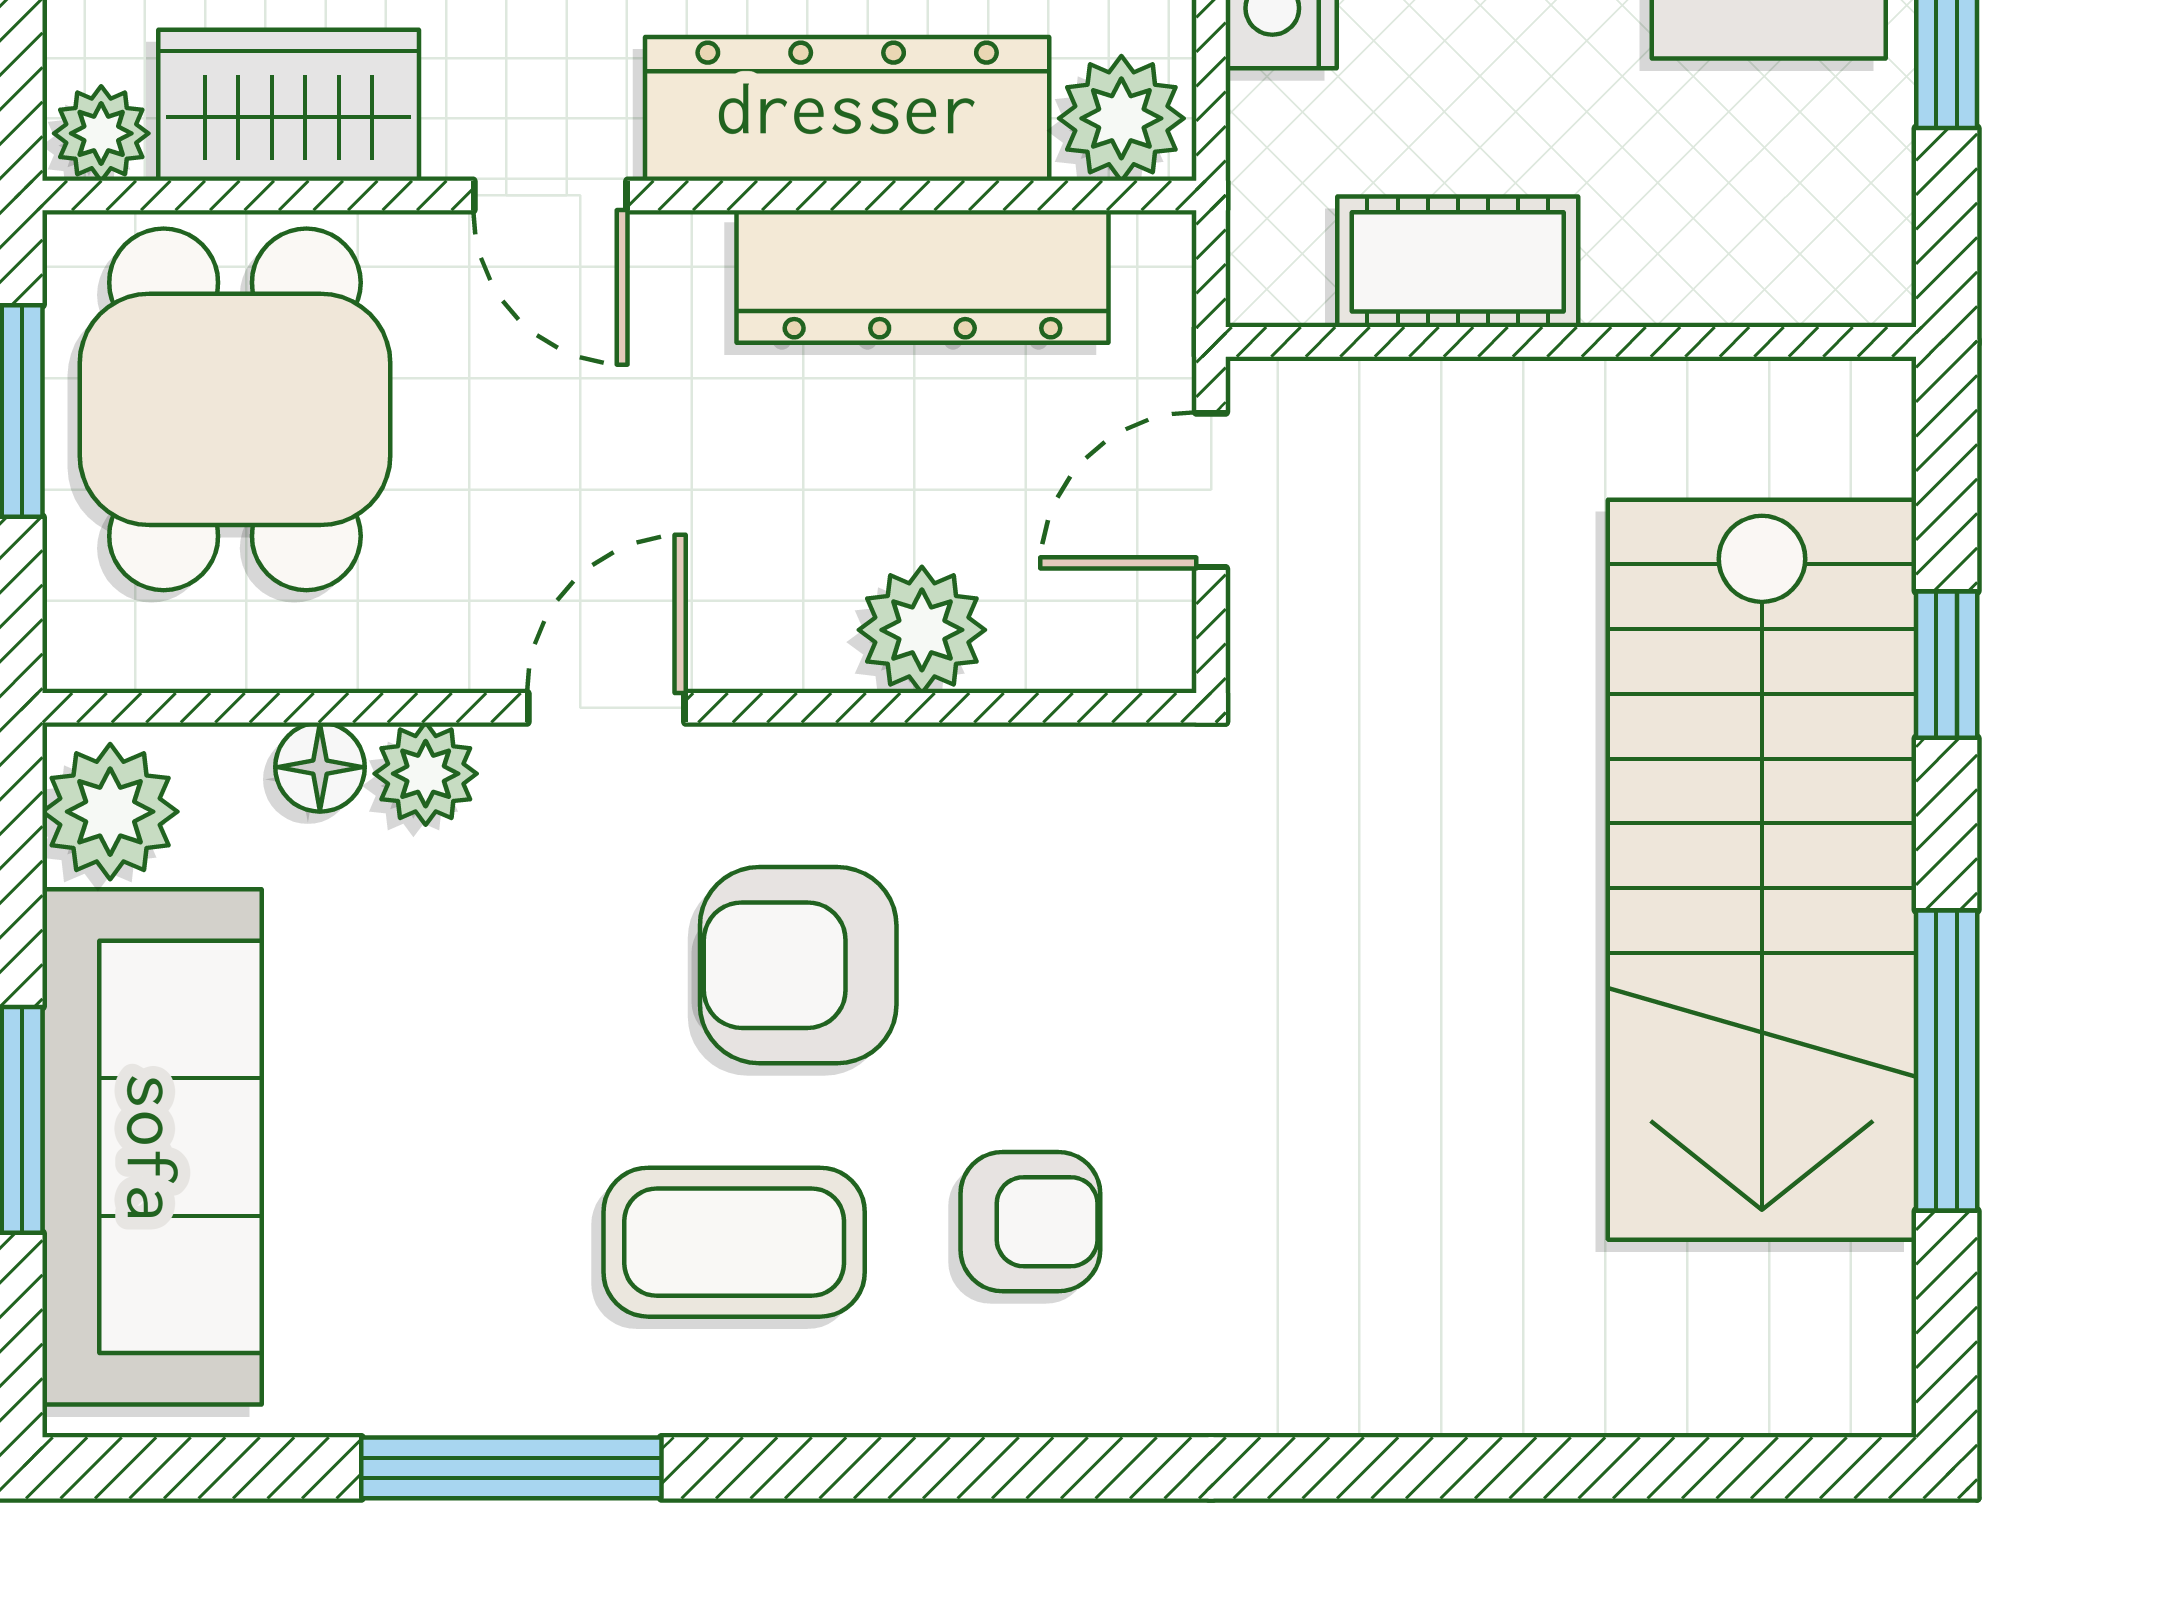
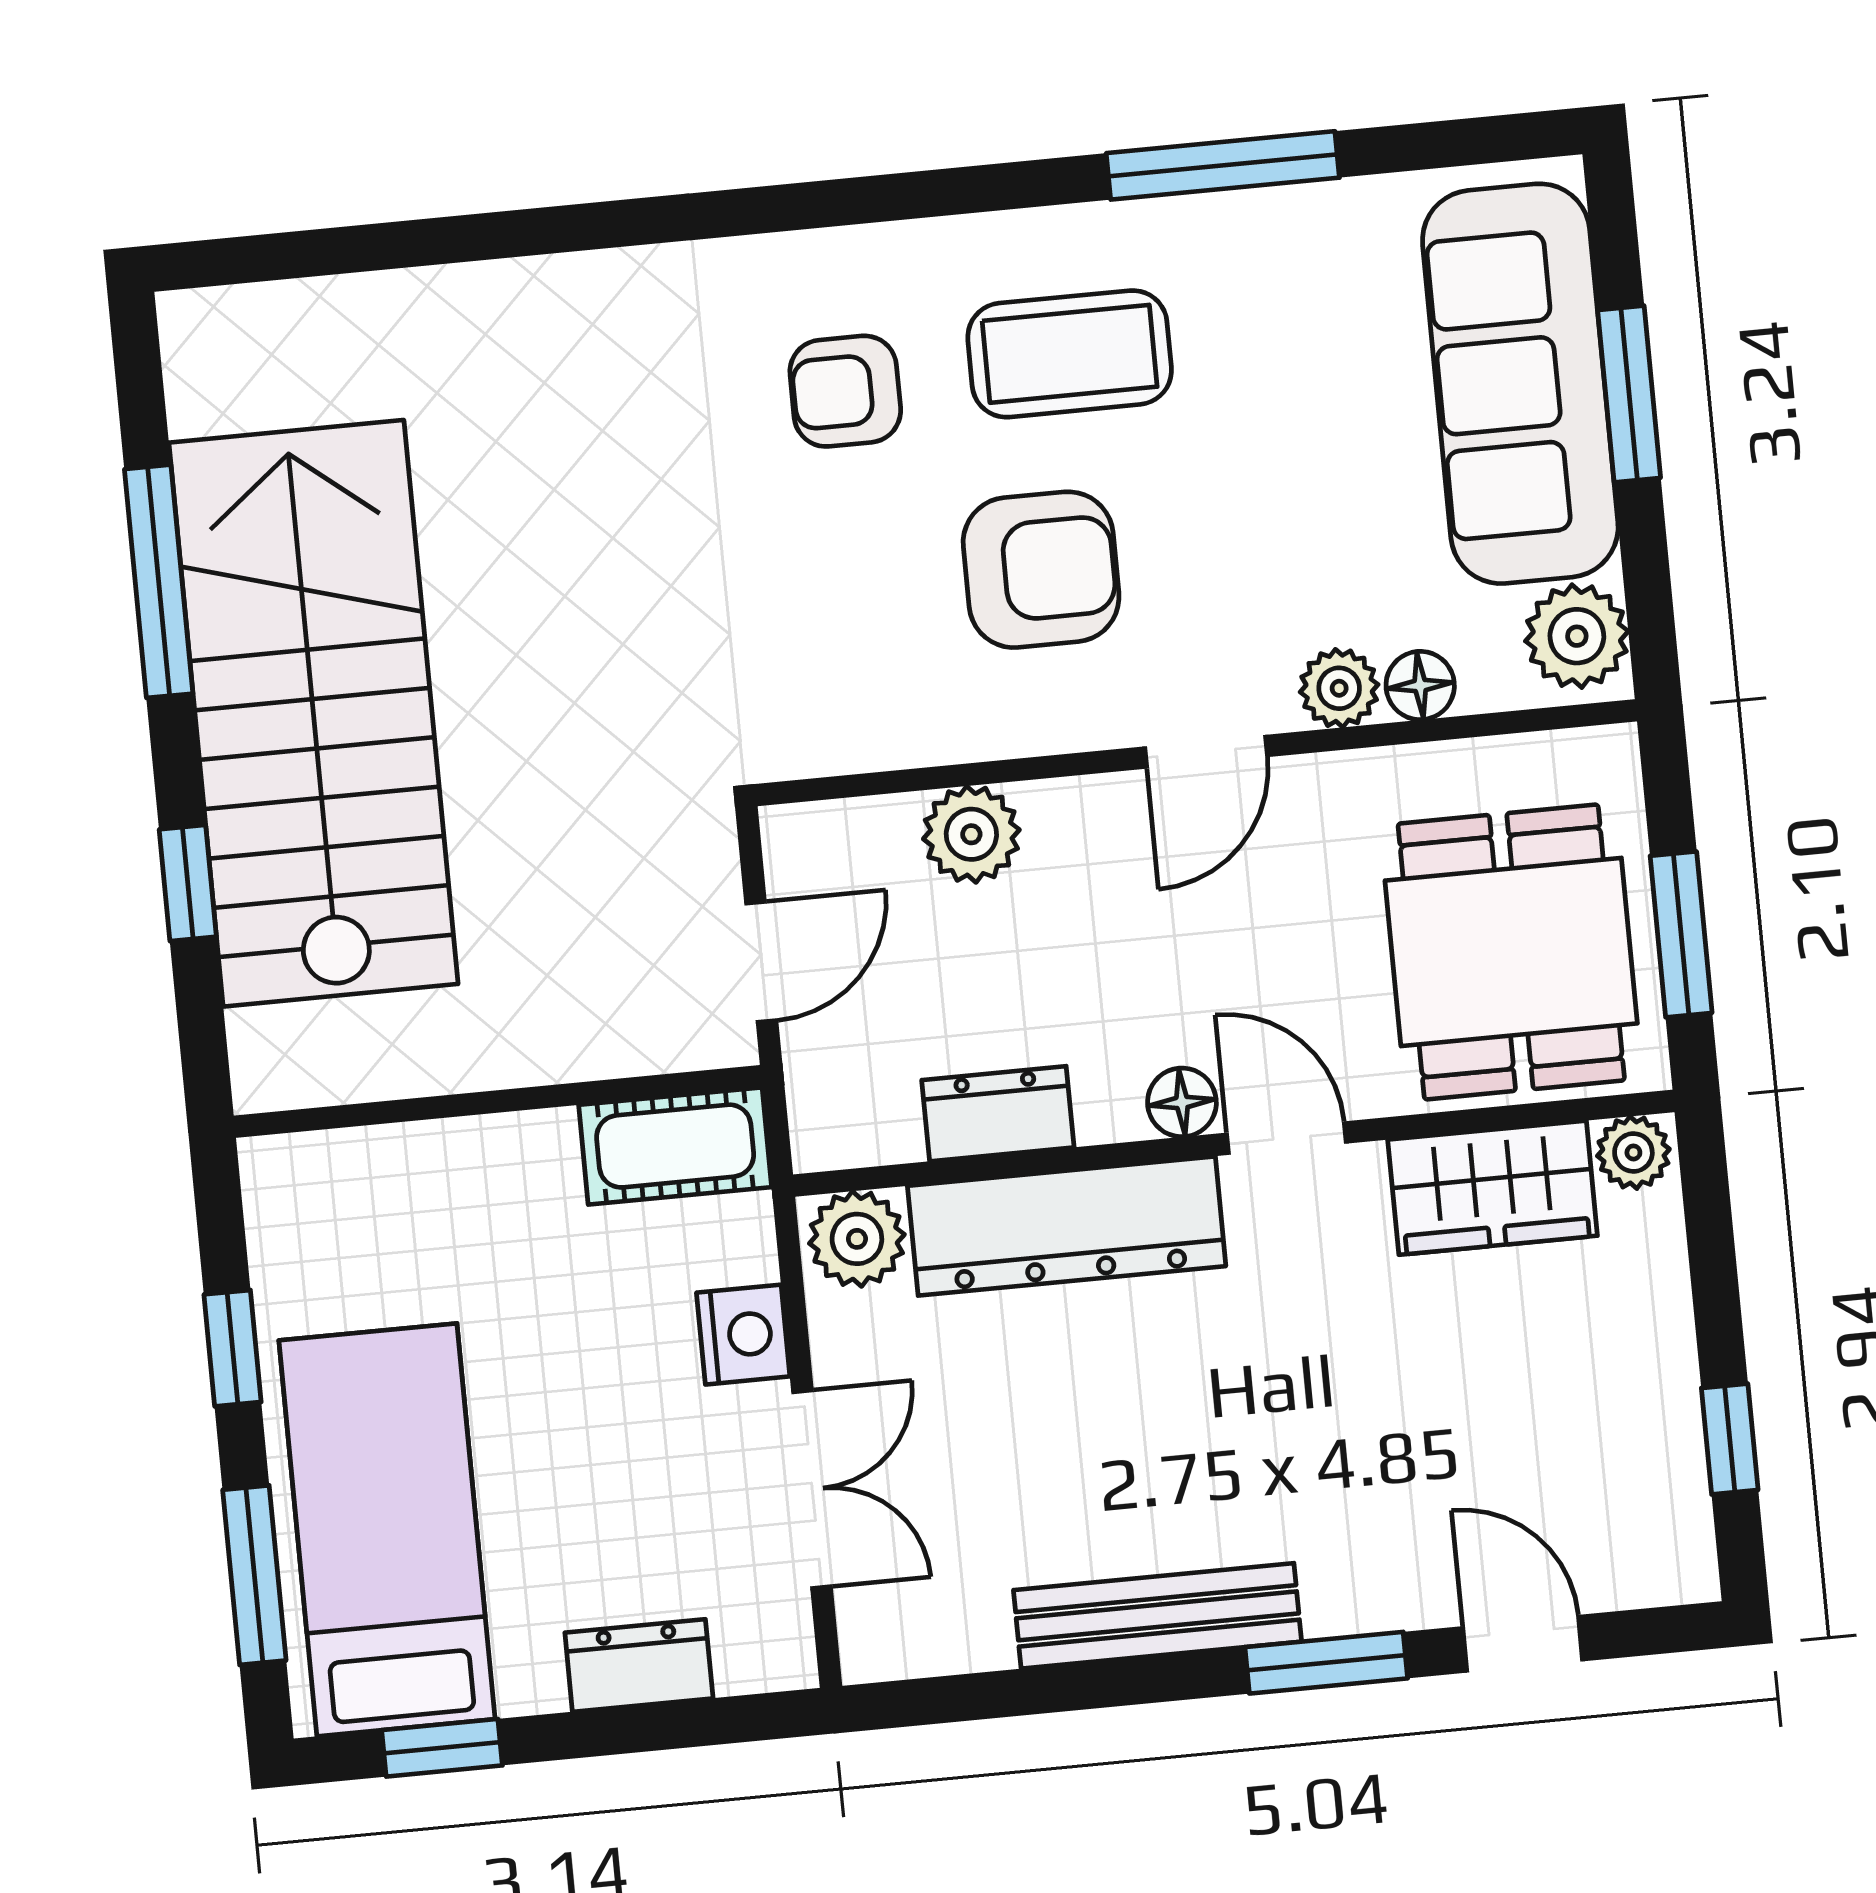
floor lamp: (682, 255) -> (1182, 1102), added
cot: (1458, 262) -> (675, 1146), moved
dresser: (922, 276) -> (998, 1114), width x0.51, depth x0.80

